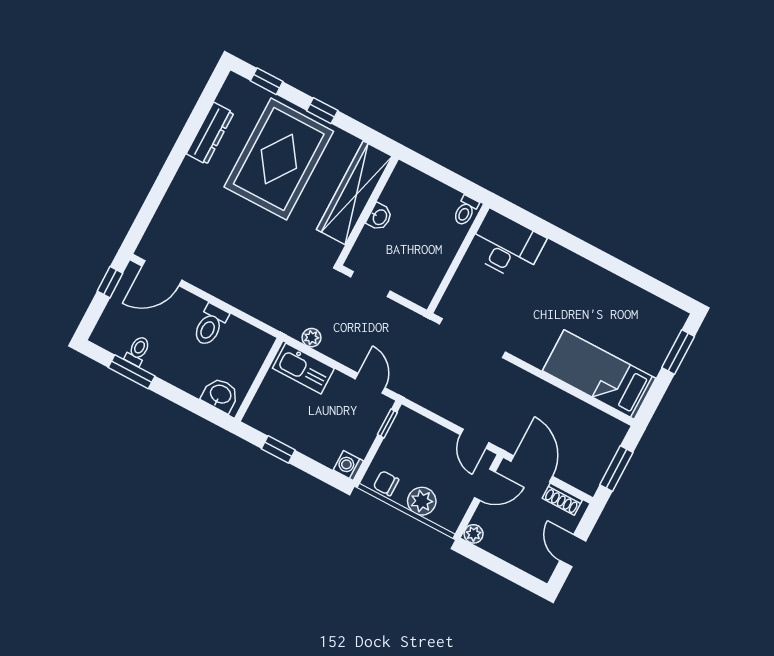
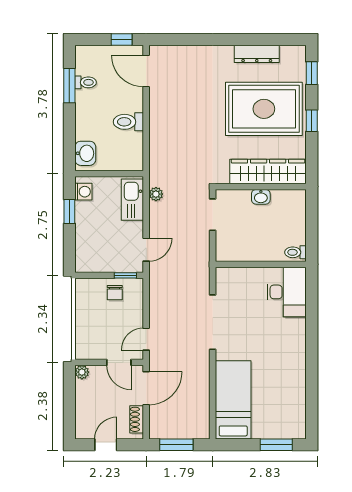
doorway: (472, 338) -> (213, 322), moved
washing machine: (348, 465) -> (83, 192), moved, turned 90
chair: (386, 483) -> (115, 293), moved, turned 180
plant: (422, 501) -> (85, 326), removed

